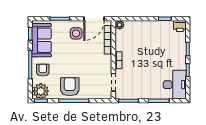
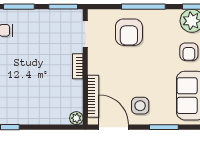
door: (94, 19) -> (114, 127), hinge flipped
armchair: (70, 87) -> (129, 32), moved

